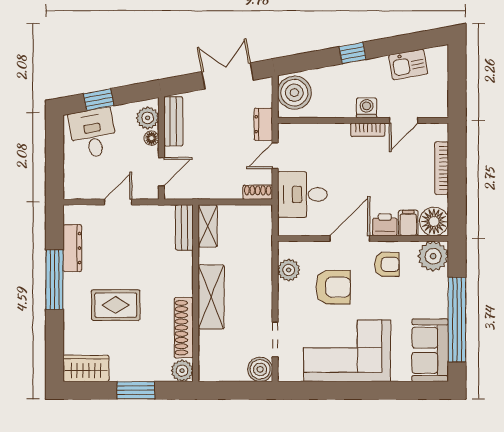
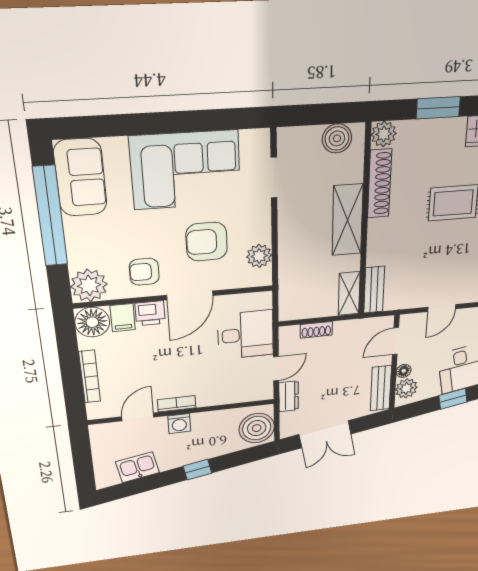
shoe rack: (258, 192) -> (316, 330), moved
boiler: (260, 369) -> (337, 138), moved

